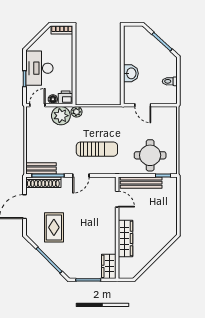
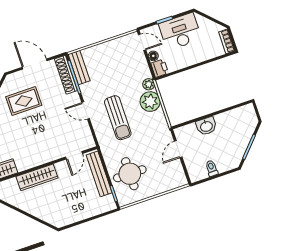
plant: (61, 116) -> (150, 102), moved

